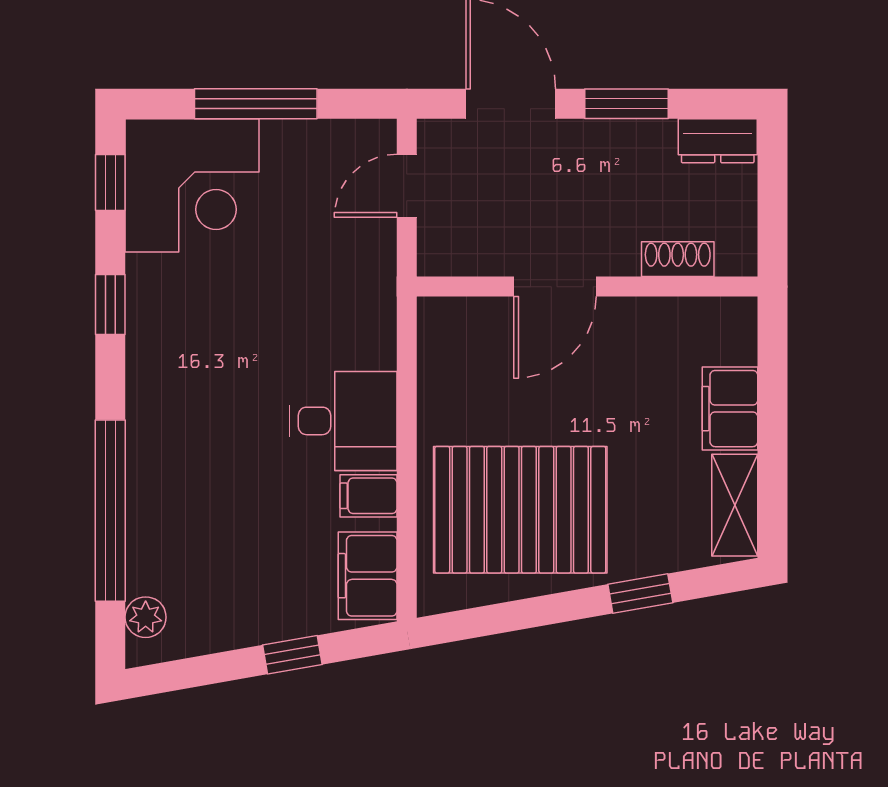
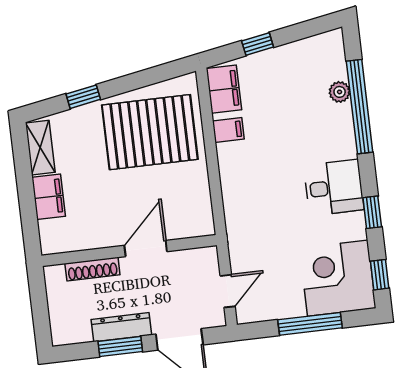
dresser: (718, 141) -> (121, 327), moved, width x1.44
shoe rack: (678, 259) -> (92, 269), width x1.43
desk: (343, 421) -> (334, 188), moved, turned 180
plant: (146, 617) -> (340, 92), moved

